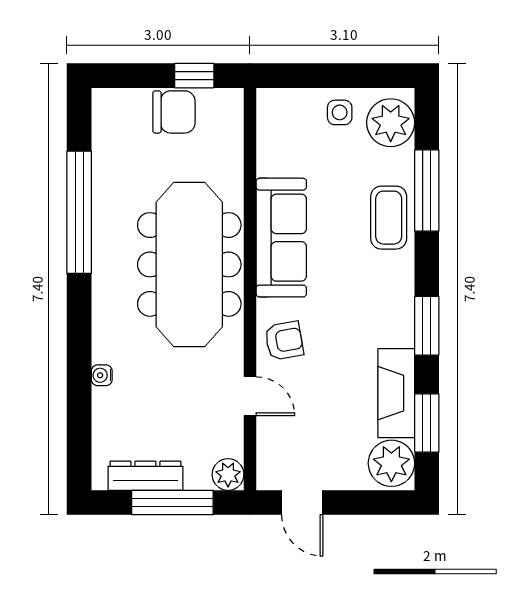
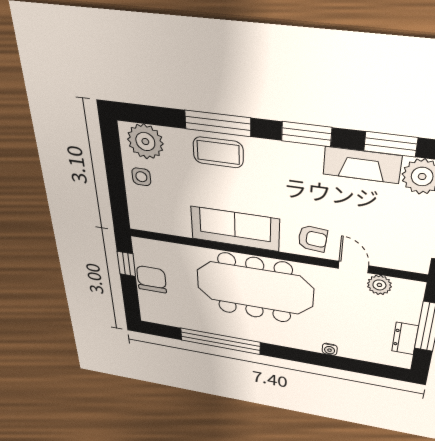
window: (427, 191) -> (218, 123), moved
armchair: (284, 341) -> (313, 239), turned 105
door: (250, 396) -> (353, 267), hinge flipped
plant: (228, 475) -> (379, 285), moved
dresser: (145, 476) -> (405, 339), width x0.70

